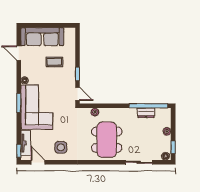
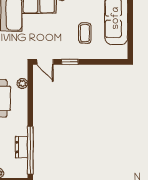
door: (77, 94) -> (45, 62), hinge flipped

